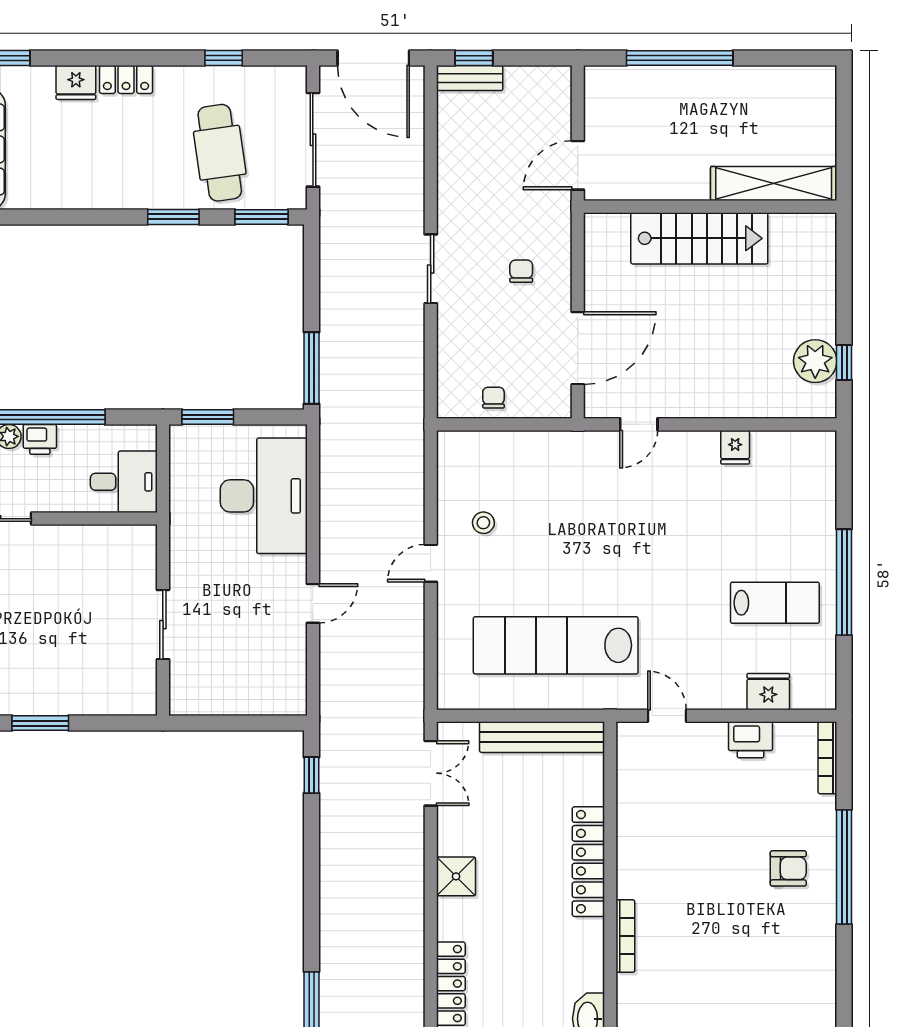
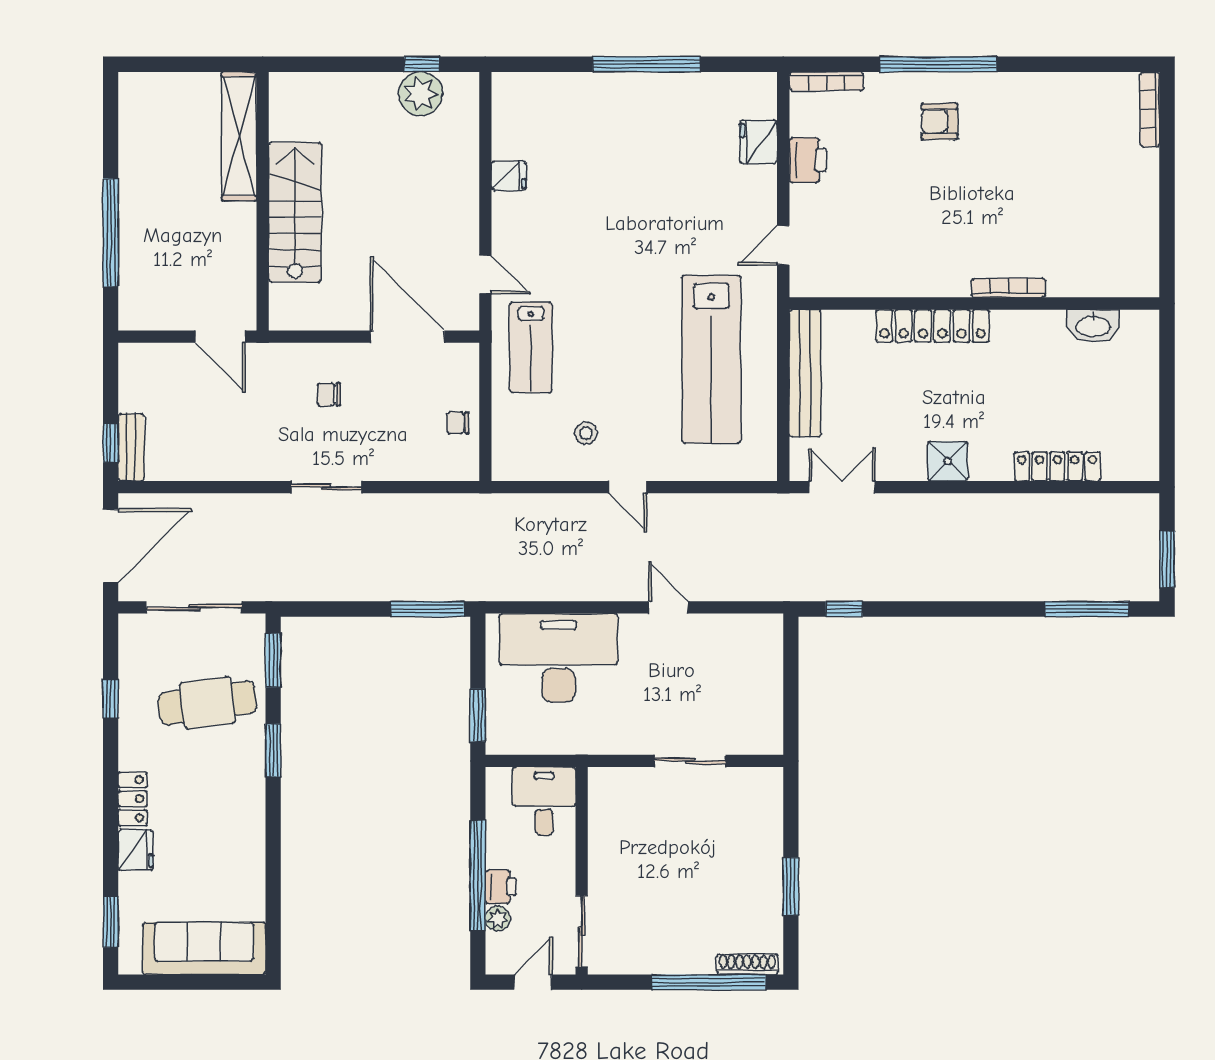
lab bench: (775, 603) -> (531, 347), moved, turned 180
armchair: (788, 868) -> (939, 121), turned -90

